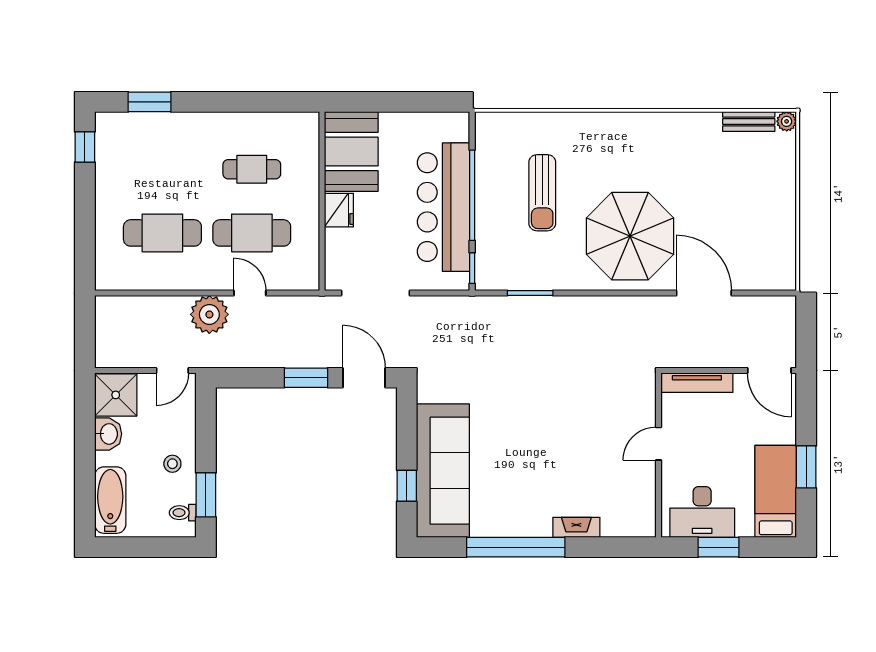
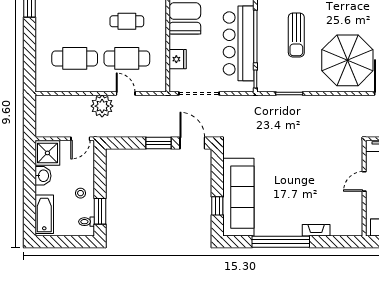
fridge: (339, 210) -> (178, 59), moved

